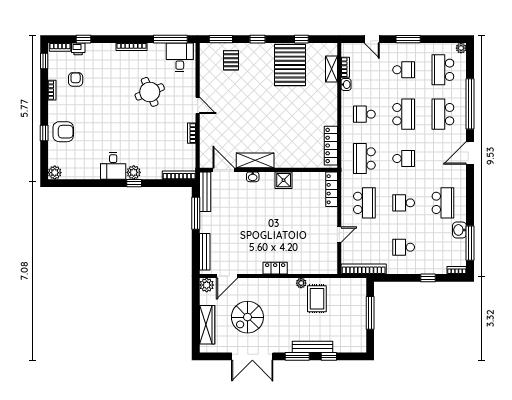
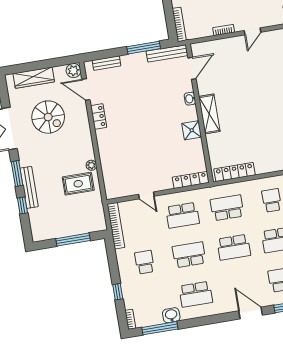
school desk: (404, 158) -> (234, 247), width x1.85
shelving: (255, 160) -> (209, 114), moved
school desk: (404, 203) -> (189, 255), width x1.85
bench: (205, 252) -> (106, 63), width x0.73
locker: (275, 268) -> (99, 116), moved
spiral stairs: (247, 317) -> (48, 117), turned 180

